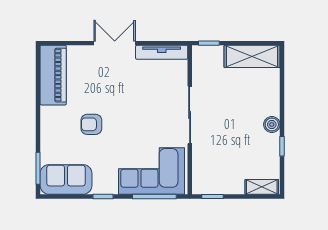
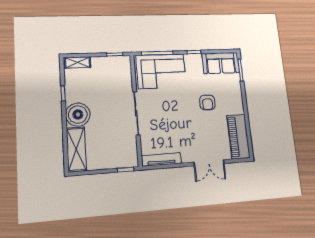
double door: (115, 43) -> (209, 163), moved
shelving: (252, 56) -> (76, 149), moved, turned 90
armchair: (91, 124) -> (207, 102), turned 90
boiler: (272, 124) -> (78, 115), width x1.86, depth x1.86

